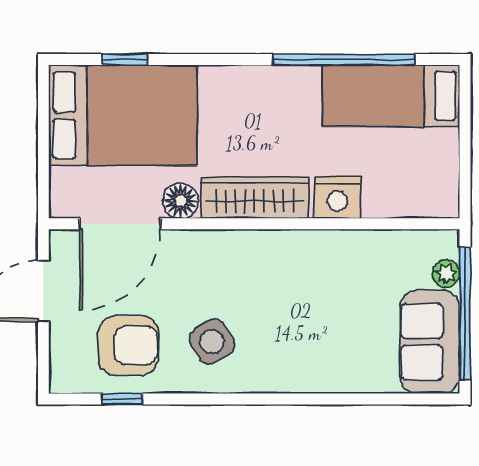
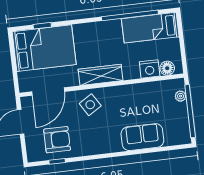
nightstand: (337, 198) -> (150, 69), moved
floor lamp: (181, 201) -> (167, 68), moved
side table: (212, 342) -> (90, 105), moved
sofa: (430, 342) -> (142, 137), moved, turned 90

